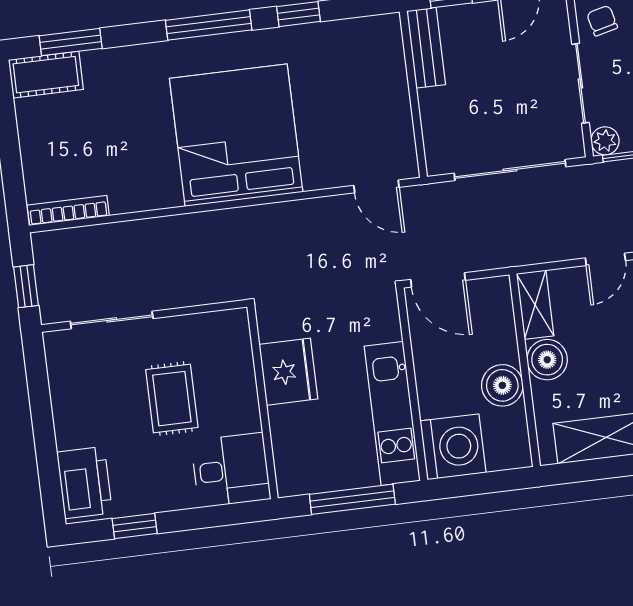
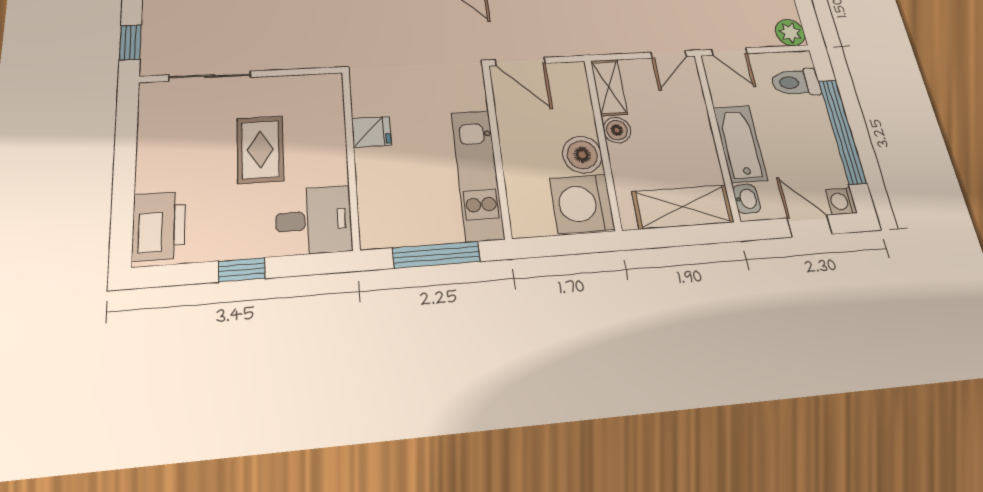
boiler: (547, 360) -> (617, 130), width x0.73, depth x0.73
fridge: (288, 372) -> (371, 132), width x0.53, depth x0.75
washing machine: (453, 447) -> (582, 204), moved, turned 180
window: (135, 526) -> (242, 270), moved

